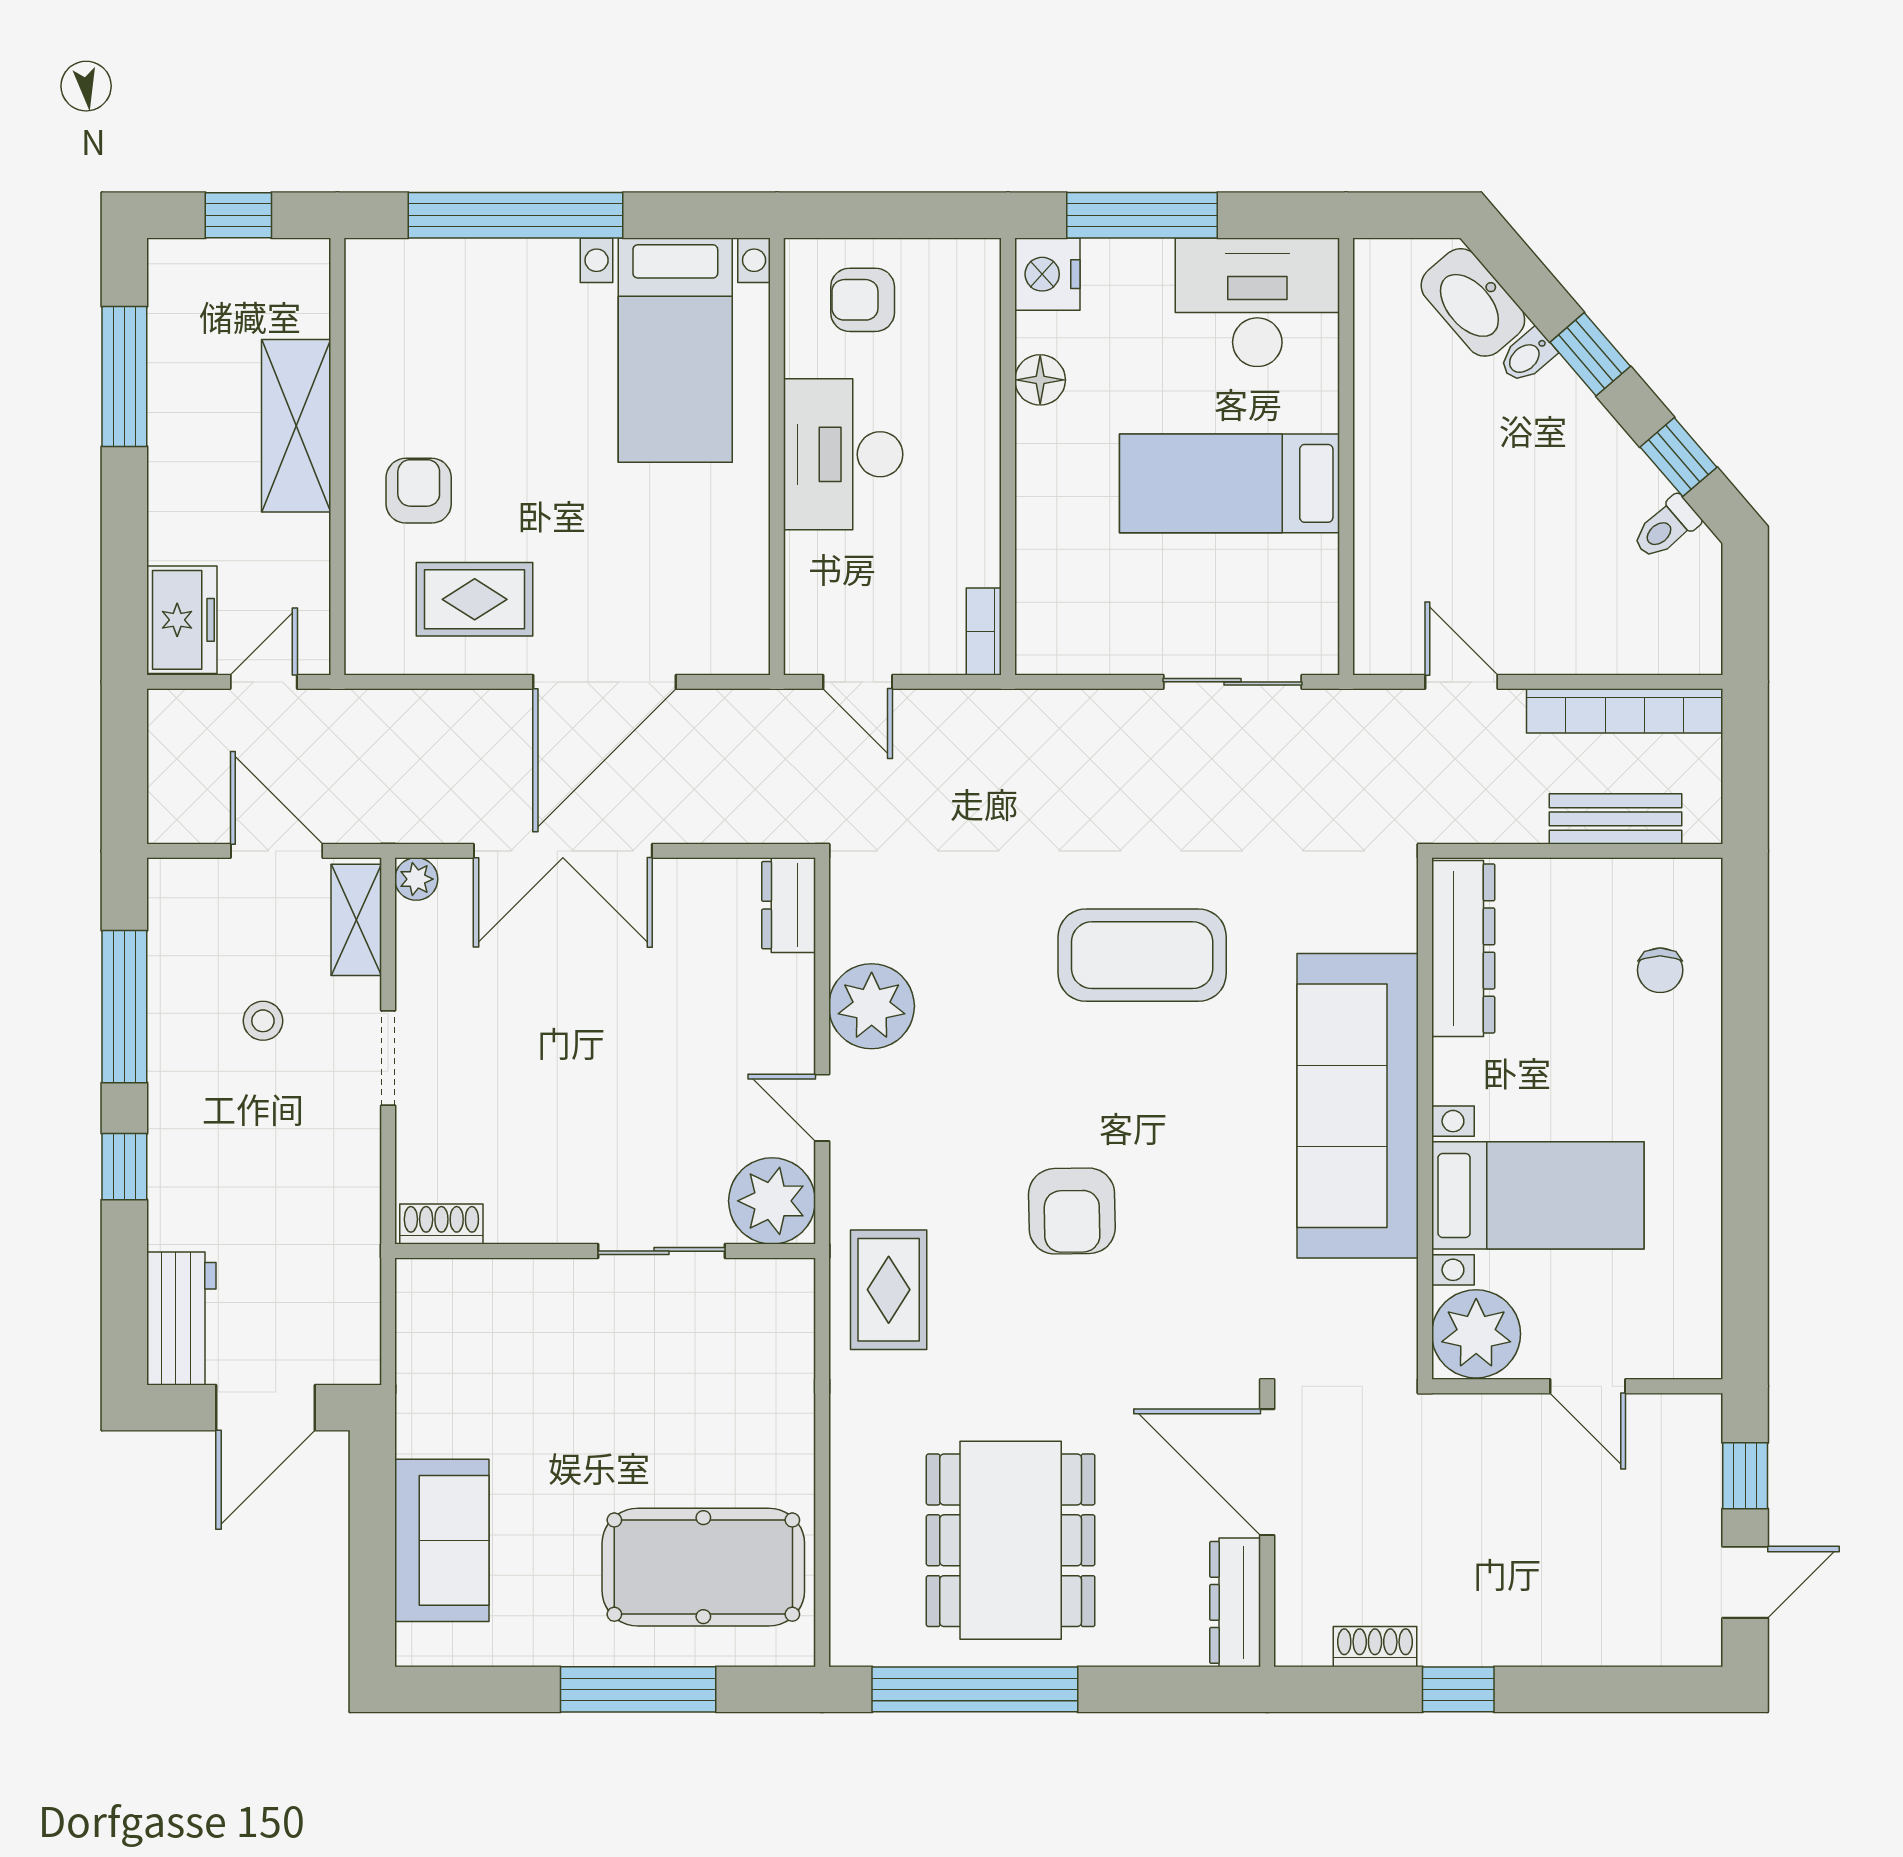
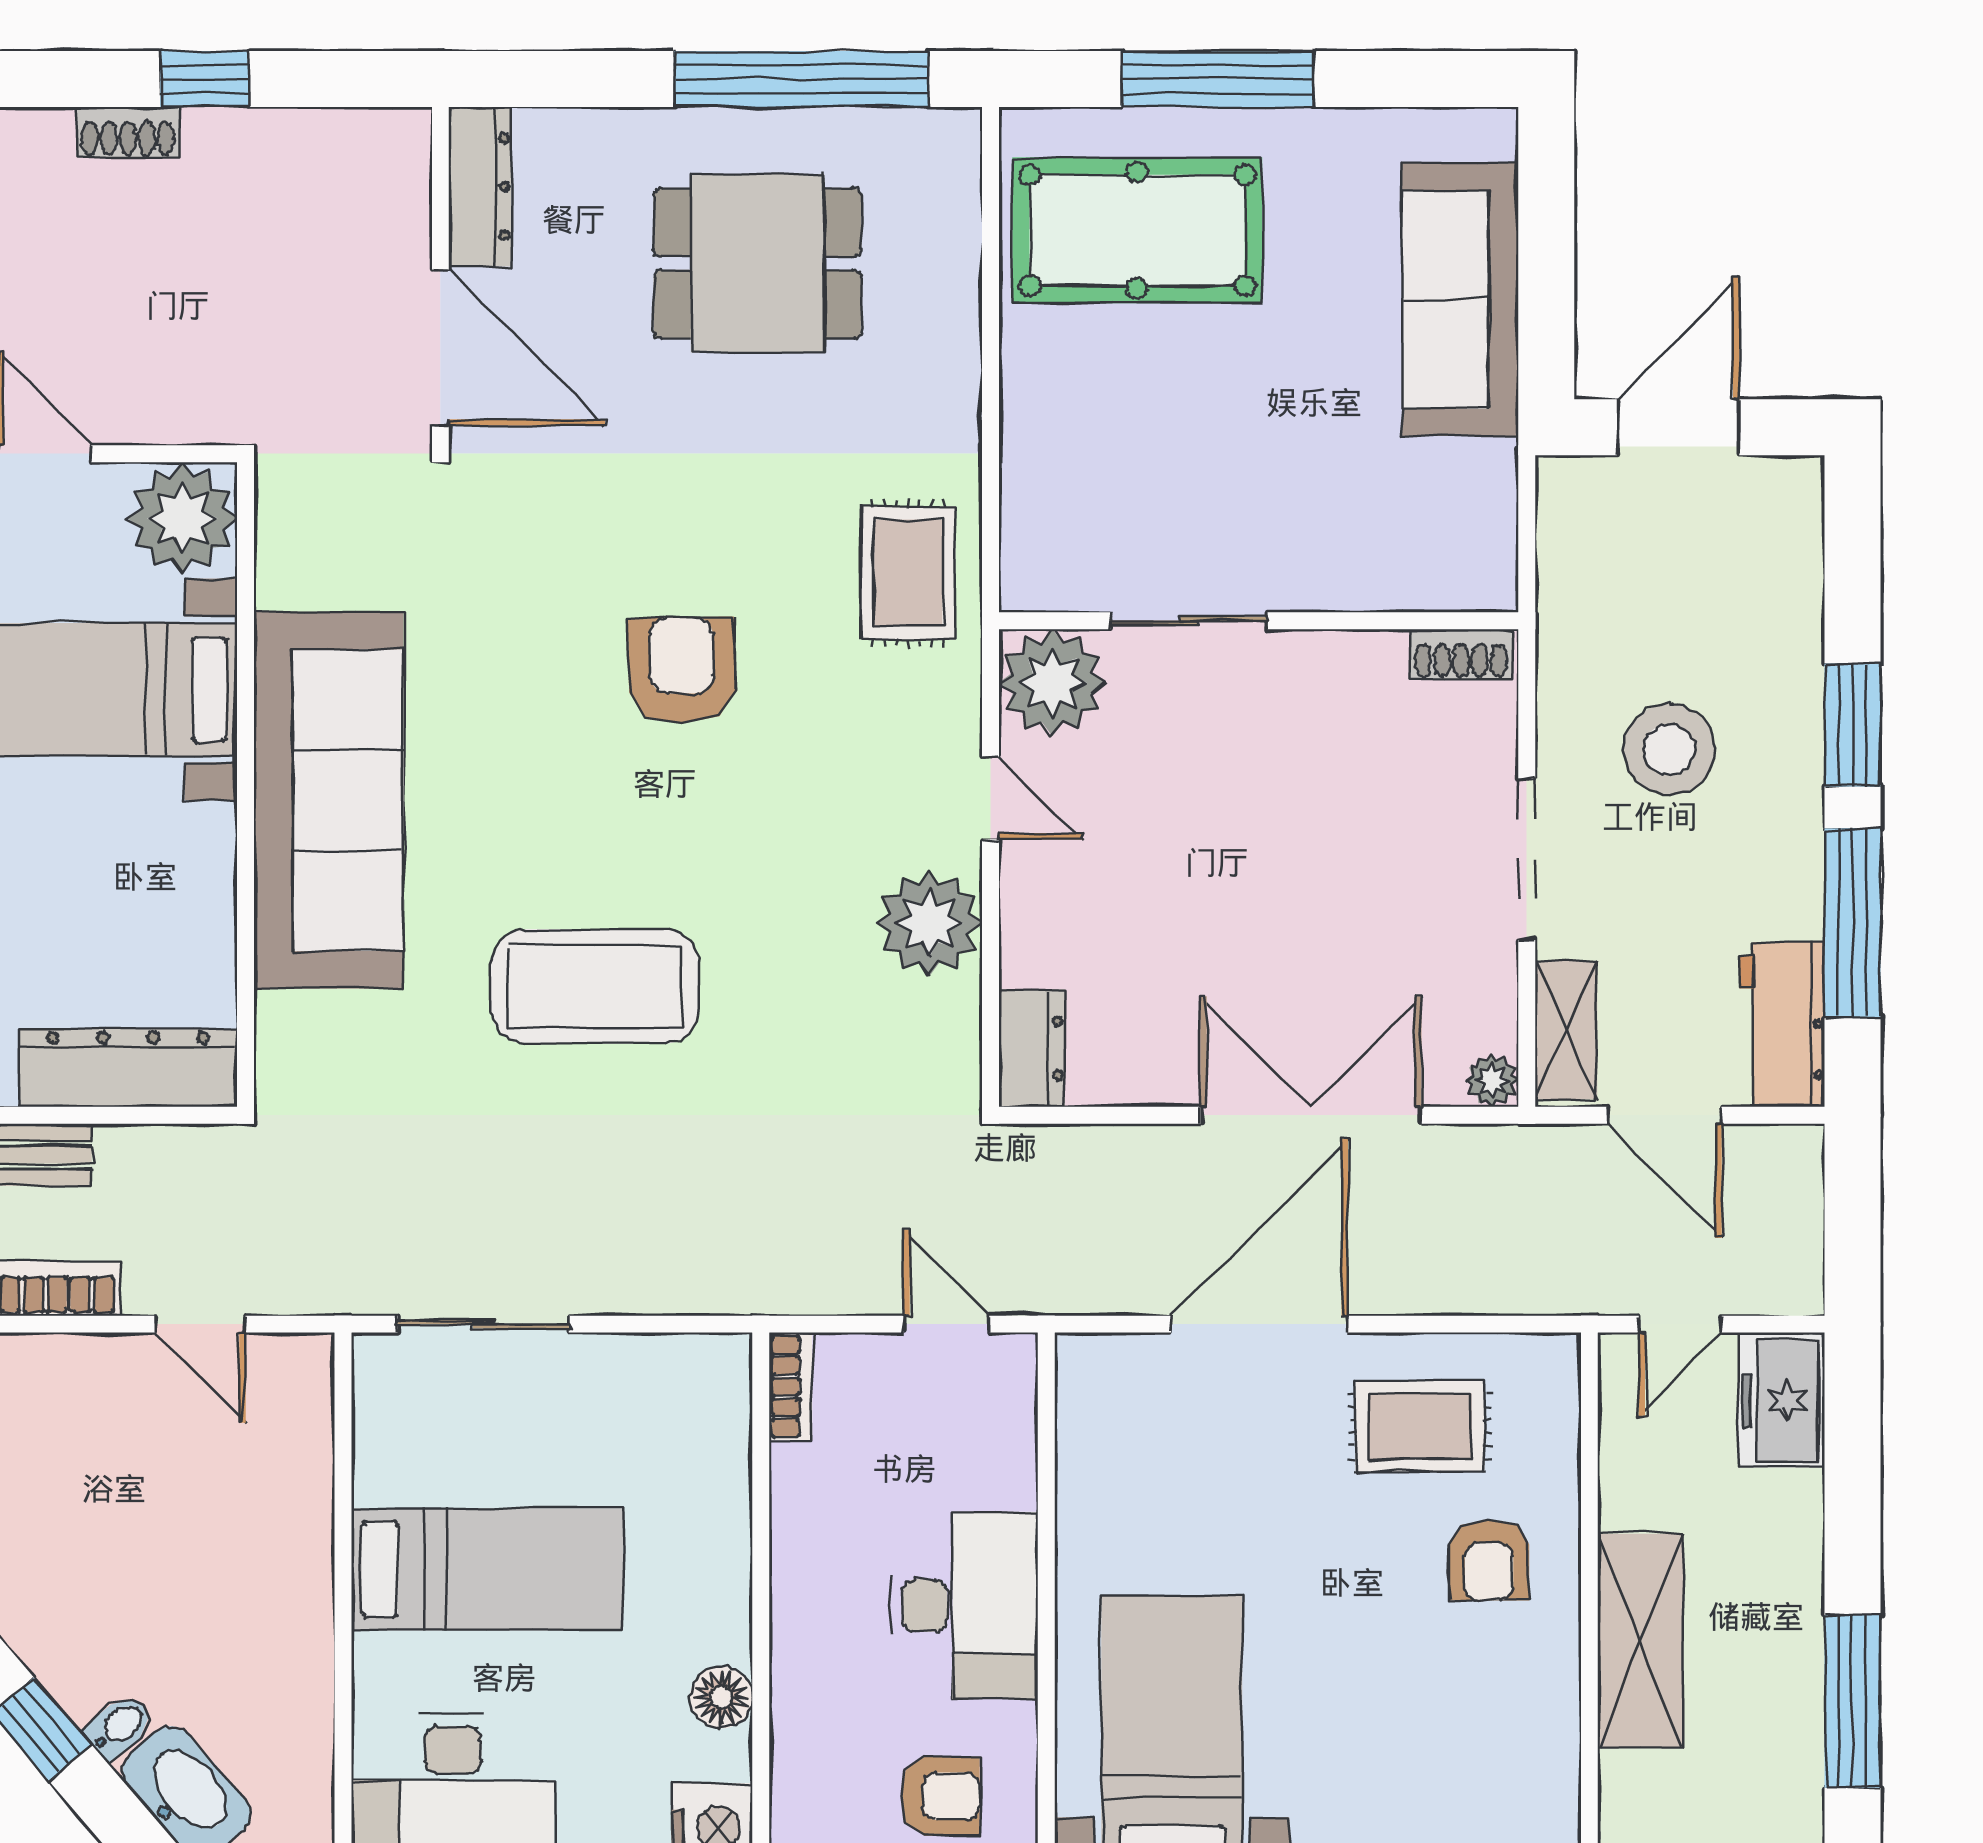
dresser: (1463, 948) -> (128, 1068), moved, turned 90
stool: (263, 1021) -> (1669, 750), moved, width x1.89, depth x1.89
doorway: (388, 1058) -> (1527, 859), width x1.38
window: (124, 1167) -> (1853, 725), width x1.50
workbench: (181, 1318) -> (1782, 1025), moved
sofa: (442, 1540) -> (1460, 299), width x1.36
dining table: (1011, 1540) -> (757, 263), width x0.73
shoe rack: (1375, 1647) -> (128, 132), moved

